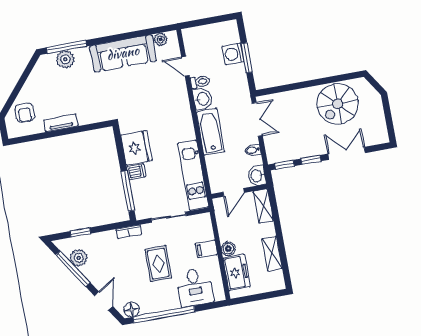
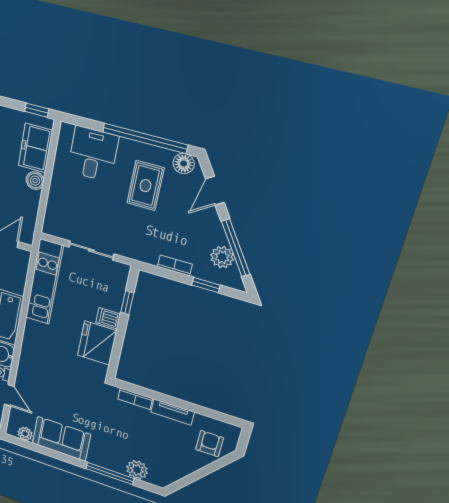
window: (67, 47) -> (110, 473), moved
sofa: (123, 53) -> (61, 439), width x0.73
bookcase: (91, 118) -> (135, 399), added
window: (128, 191) -> (127, 303), width x0.46
bookcase: (129, 232) -> (175, 265), moved
filing cabinet: (206, 249) -> (61, 193), removed
rug: (158, 264) -> (145, 186), moved
window: (245, 299) -> (37, 110), added

